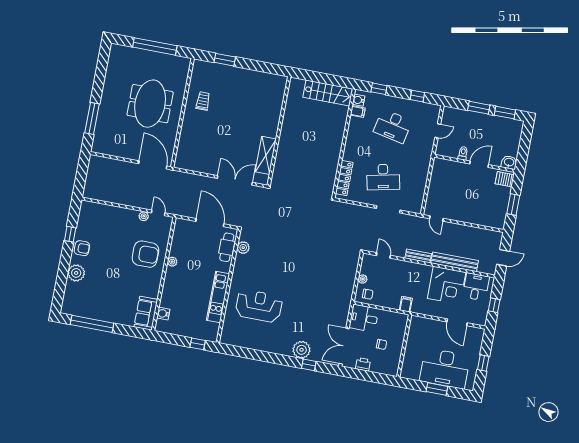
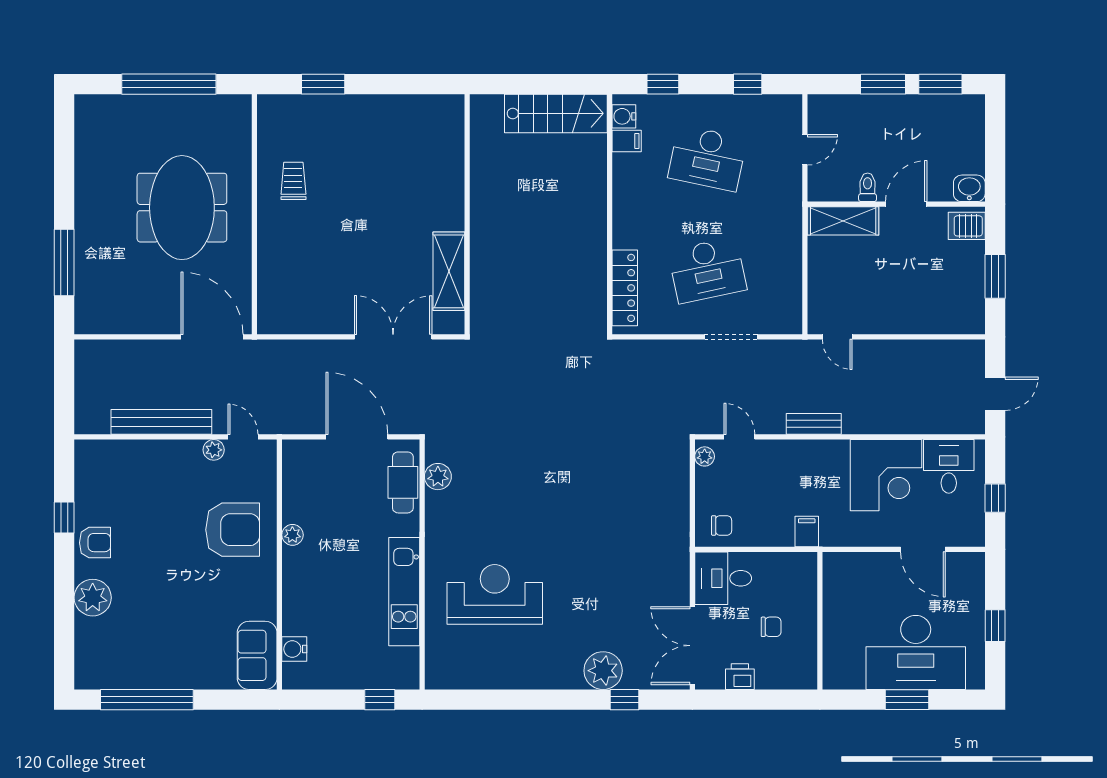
shelving: (449, 166) -> (843, 221), added
bench: (455, 262) -> (161, 422), moved
plant: (363, 279) -> (705, 456), moved

